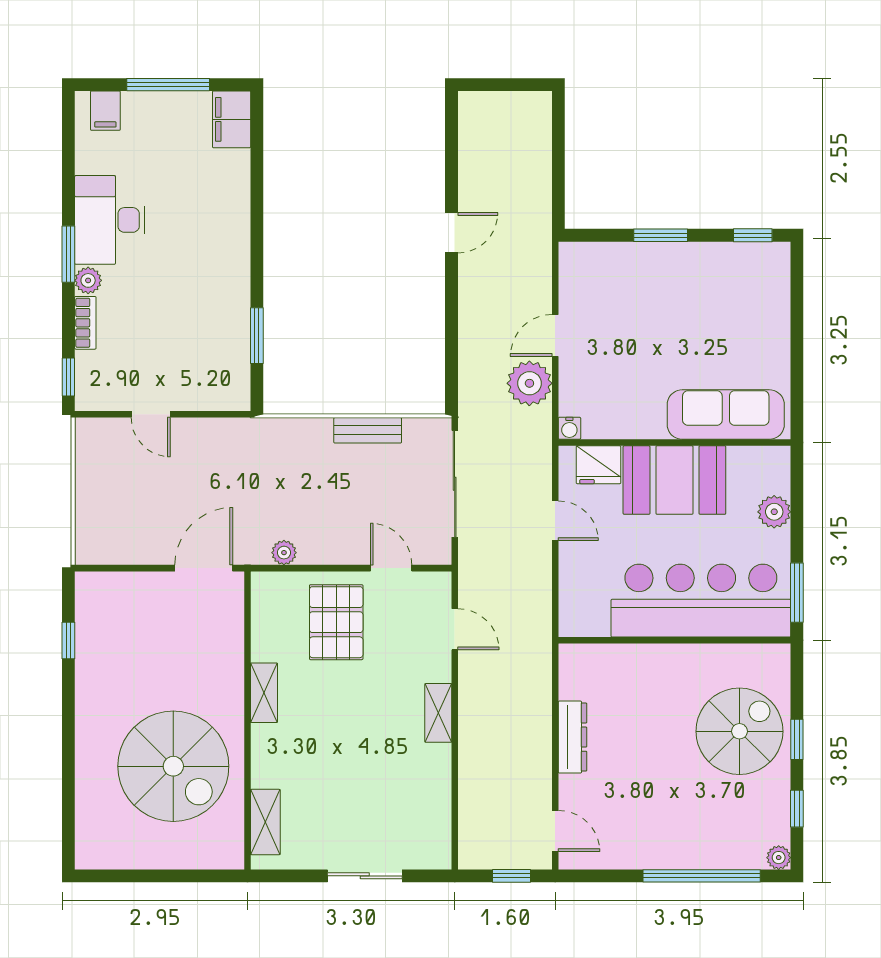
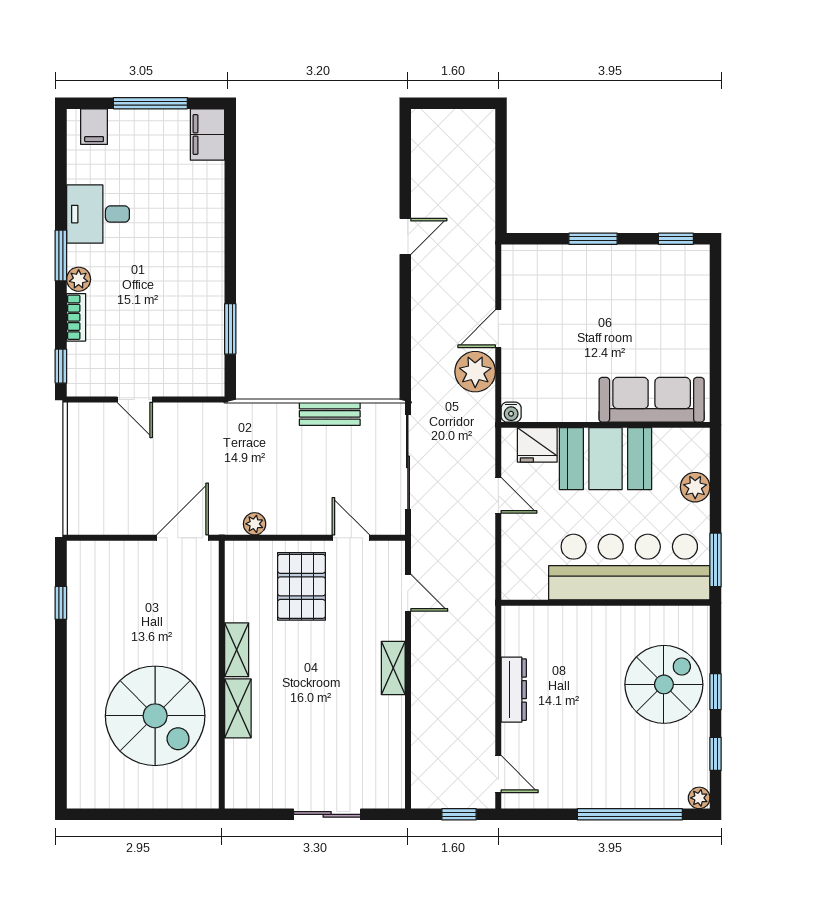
desk: (110, 220) -> (98, 214), width x0.73
shelving: (265, 822) -> (238, 708), moved

